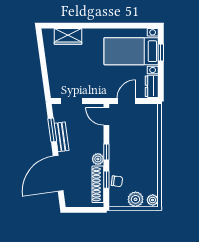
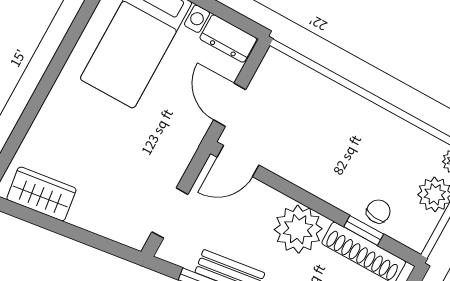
wardrobe: (68, 36) -> (41, 194), moved, turned -98
window: (106, 152) -> (309, 200), removed
plant: (98, 159) -> (298, 229), width x1.87, depth x1.87

